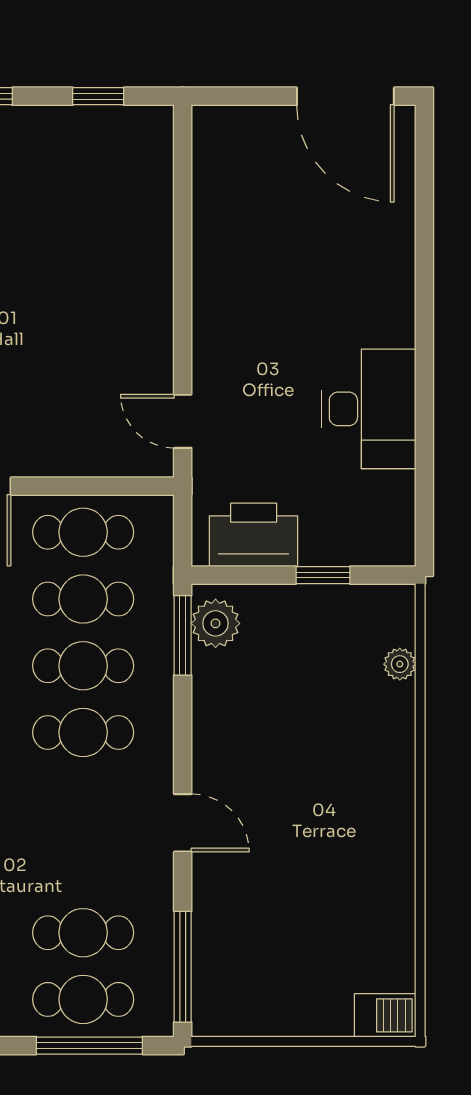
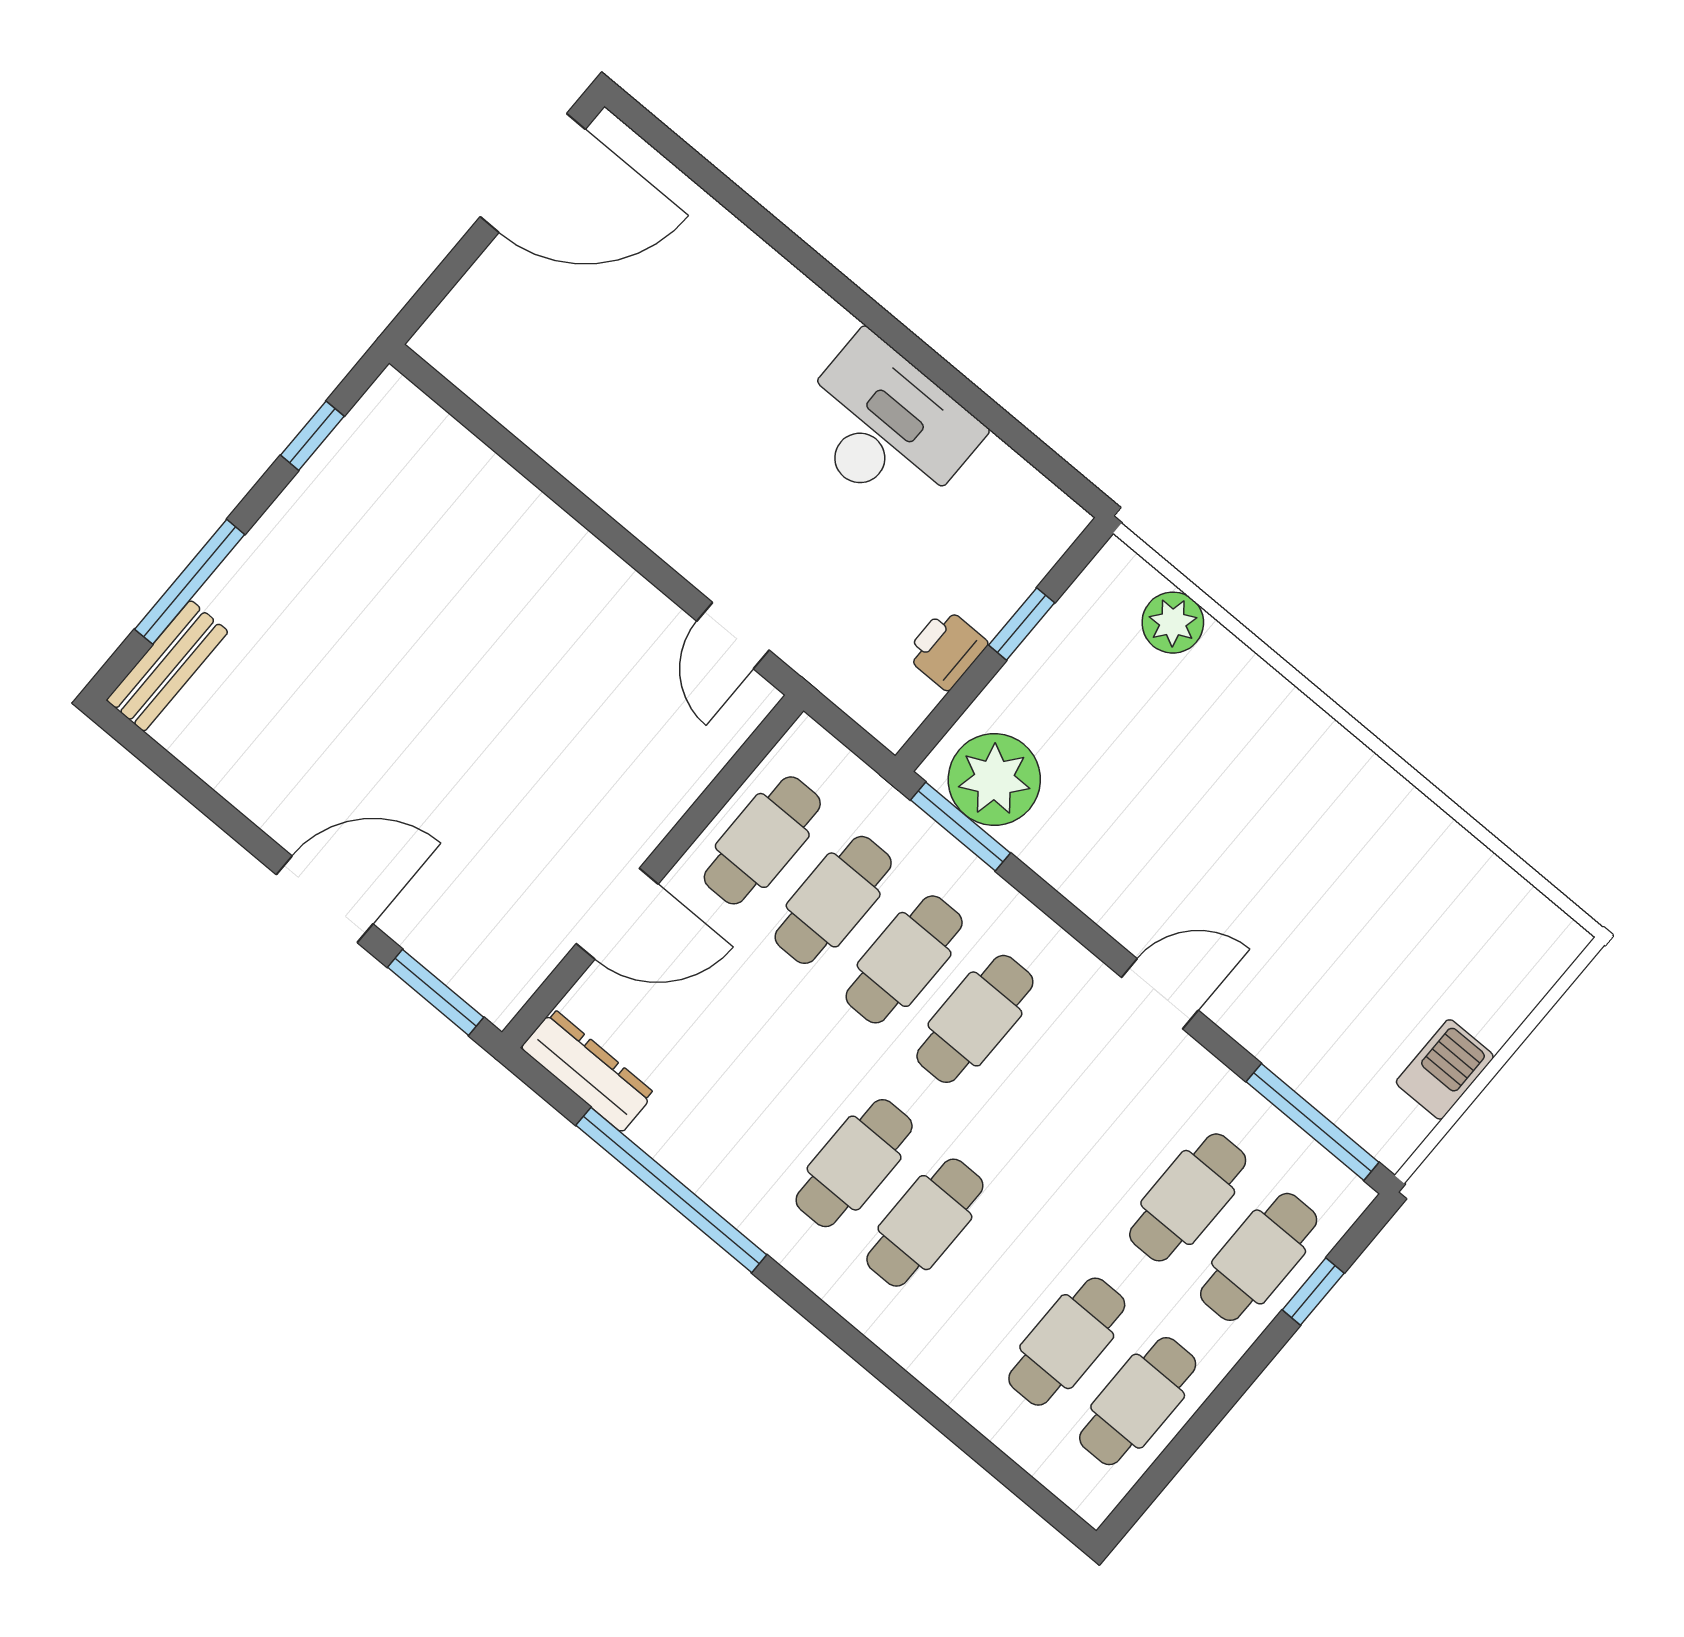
door: (183, 421) -> (733, 636), hinge flipped
printer: (254, 535) -> (946, 649), width x0.53, depth x0.68
plant: (216, 623) -> (994, 779), width x1.36, depth x1.36
plant: (400, 664) -> (1173, 623), width x1.38, depth x1.38
barbecue: (385, 1015) -> (1445, 1069), moved
window: (89, 1046) -> (1313, 1292), width x0.46

